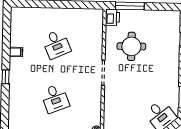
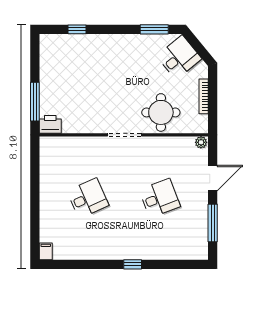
round table: (131, 46) -> (161, 112), moved
filing cabinet: (16, 52) -> (46, 251), moved

